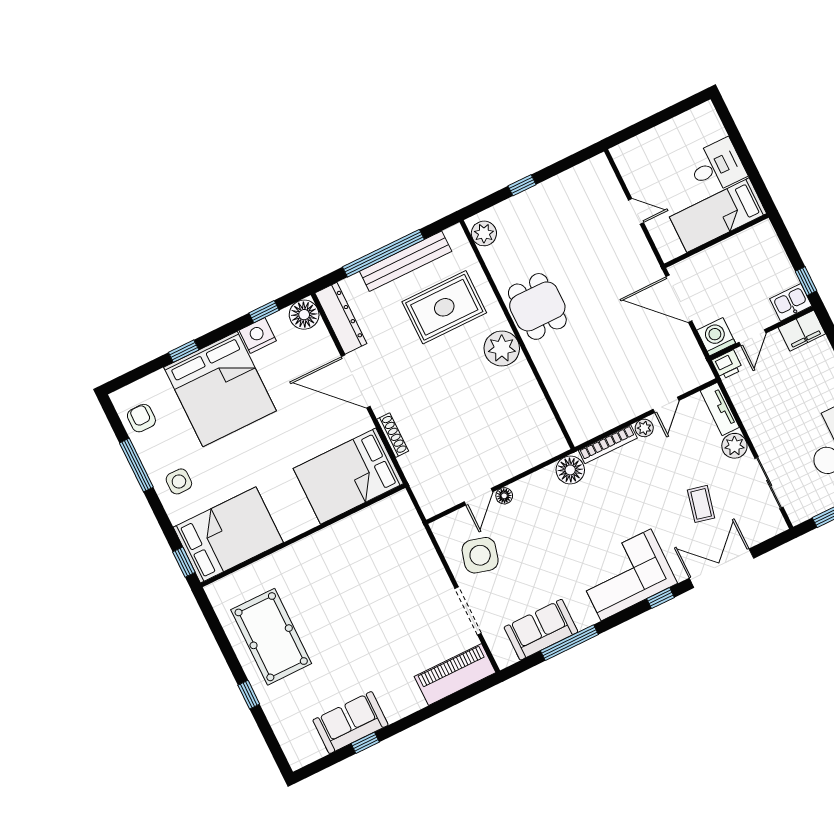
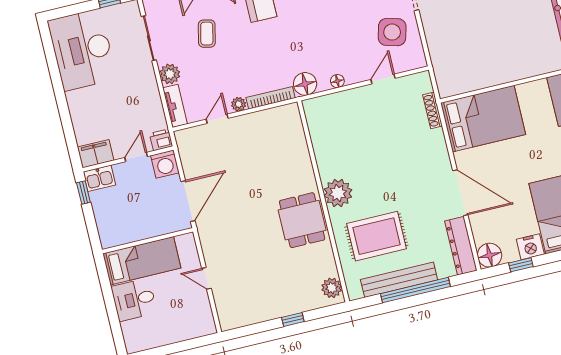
door: (679, 299) -> (188, 201), hinge flipped
shoe rack: (393, 435) -> (432, 110), moved
floor lamp: (504, 496) -> (337, 81), moved

